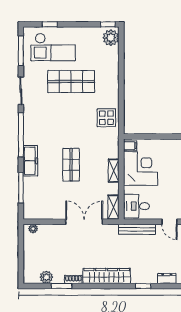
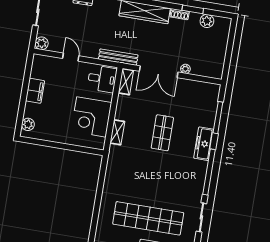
shop shelf: (71, 82) -> (148, 218), width x1.40
display table: (106, 118) -> (118, 175), removed
filing cabinet: (130, 146) -> (98, 142), removed
shelving: (114, 171) -> (117, 132), moved
plant: (33, 229) -> (185, 69), moved
bench: (137, 229) -> (118, 57), moved

